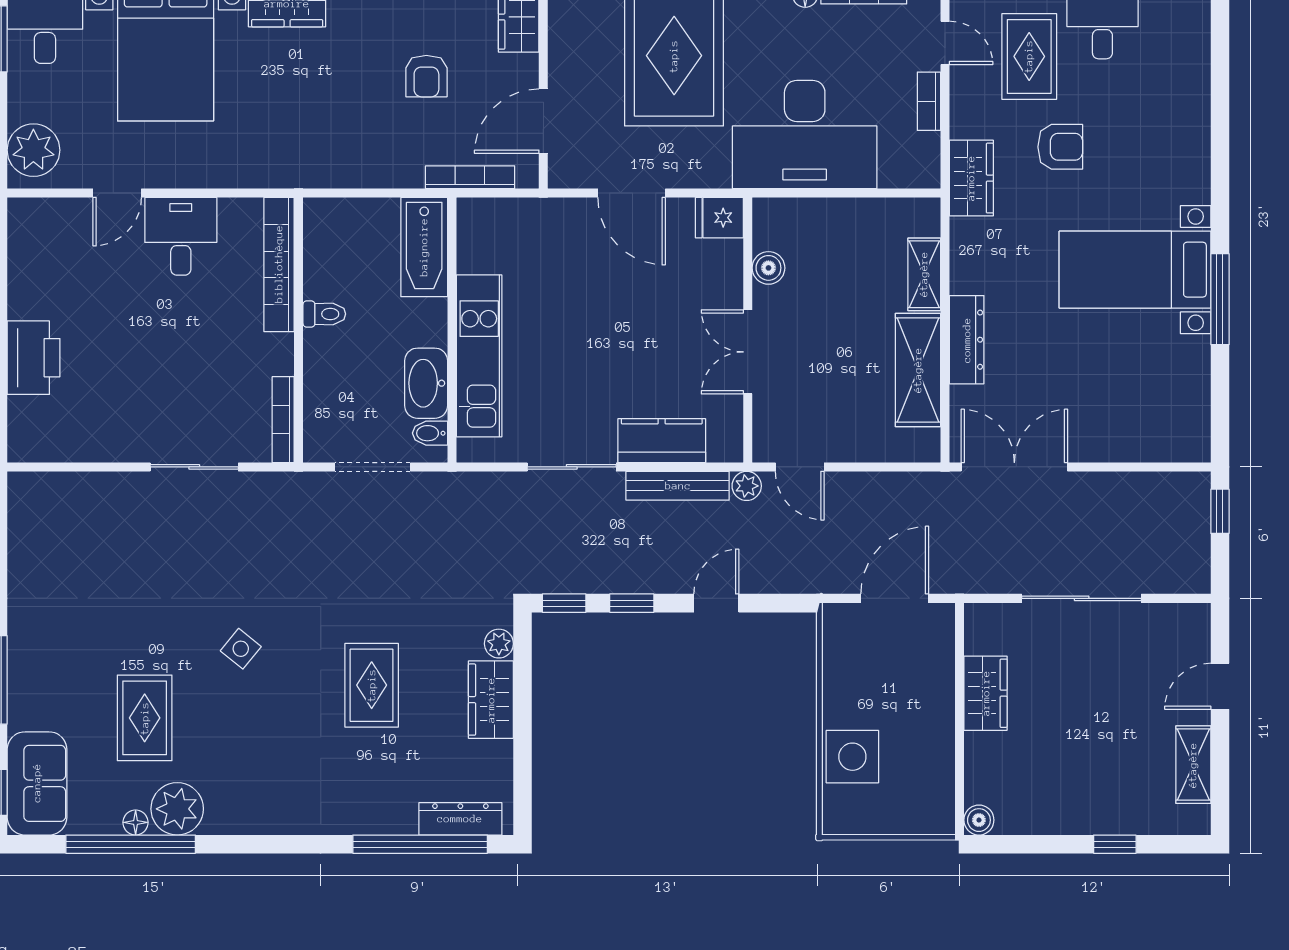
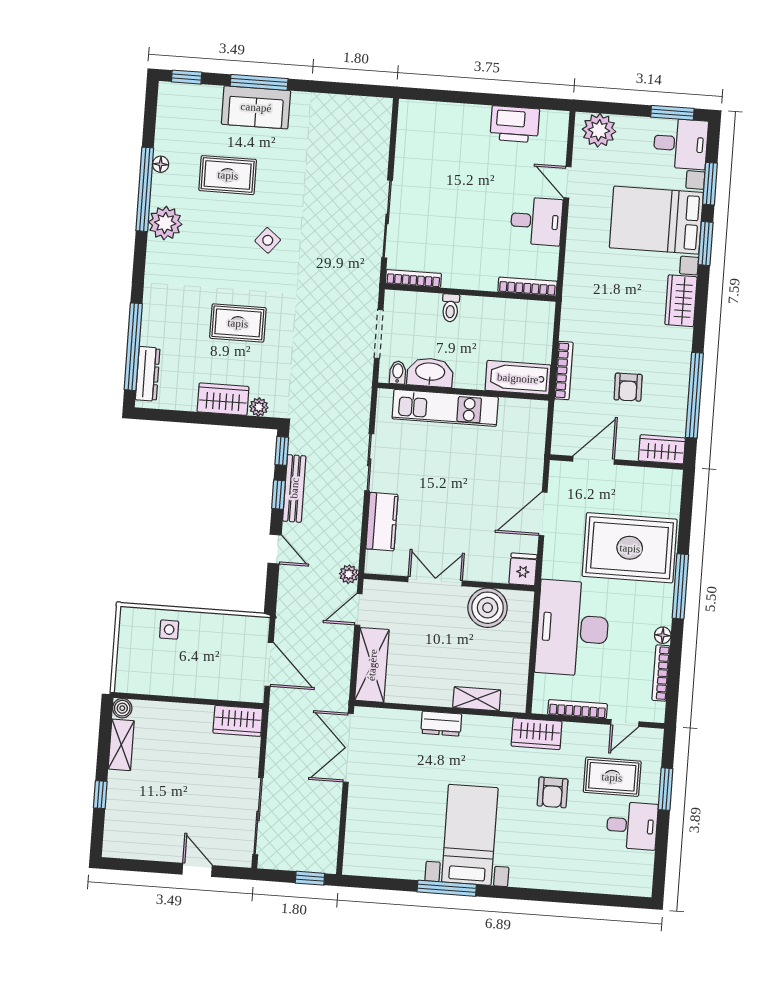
armchair: (426, 76) -> (628, 387), turned -91
bookcase: (929, 101) -> (577, 709), width x1.56
door: (543, 121) -> (593, 460), hinge flipped
bookcase: (470, 177) -> (564, 371), moved
bookcase: (279, 264) -> (527, 287), width x0.68, depth x0.76
boiler: (768, 268) -> (488, 608), width x1.86, depth x1.86
toilet: (324, 314) -> (450, 308), moved
dresser: (967, 340) -> (441, 724), width x0.70
printer: (34, 358) -> (515, 124), moved
shelving: (918, 370) -> (372, 665), moved, turned 90
sliding door: (194, 467) -> (387, 219), width x1.37
double door: (1014, 467) -> (348, 748), swing flipped
bench: (678, 486) -> (294, 488), moved
sliding door: (1082, 598) -> (258, 816), moved
wardrobe: (986, 693) -> (238, 721), moved
side table: (852, 757) -> (169, 630), width x0.54, depth x0.54
shelving: (1193, 765) -> (121, 745), moved, turned 90
sofa: (37, 783) -> (256, 107), moved
plant: (177, 809) -> (165, 223), moved
window: (131, 844) -> (145, 189), moved

